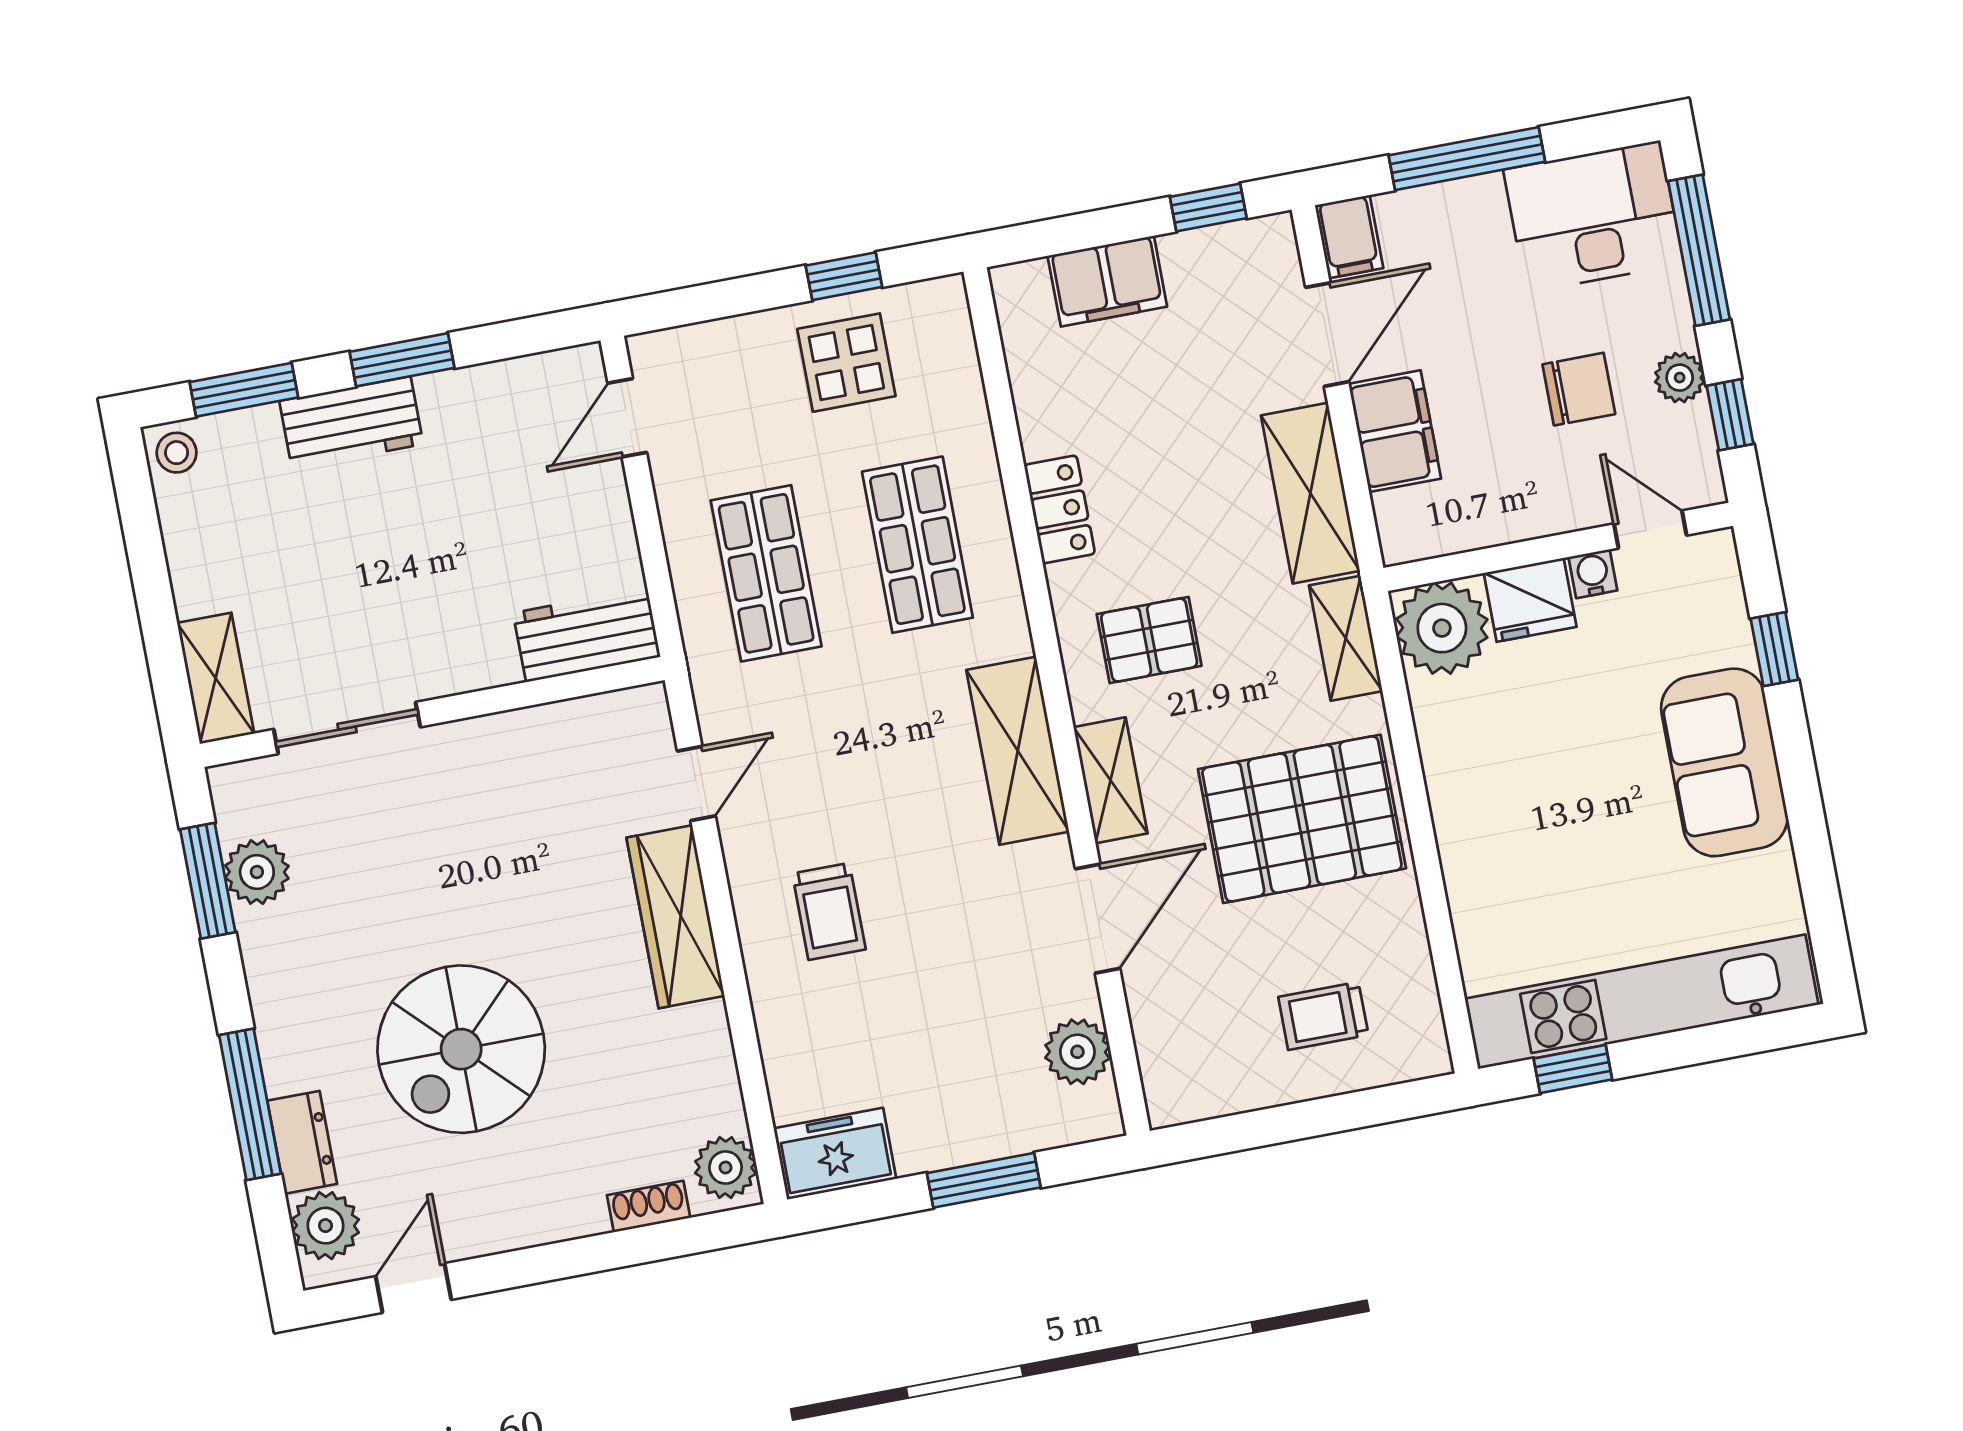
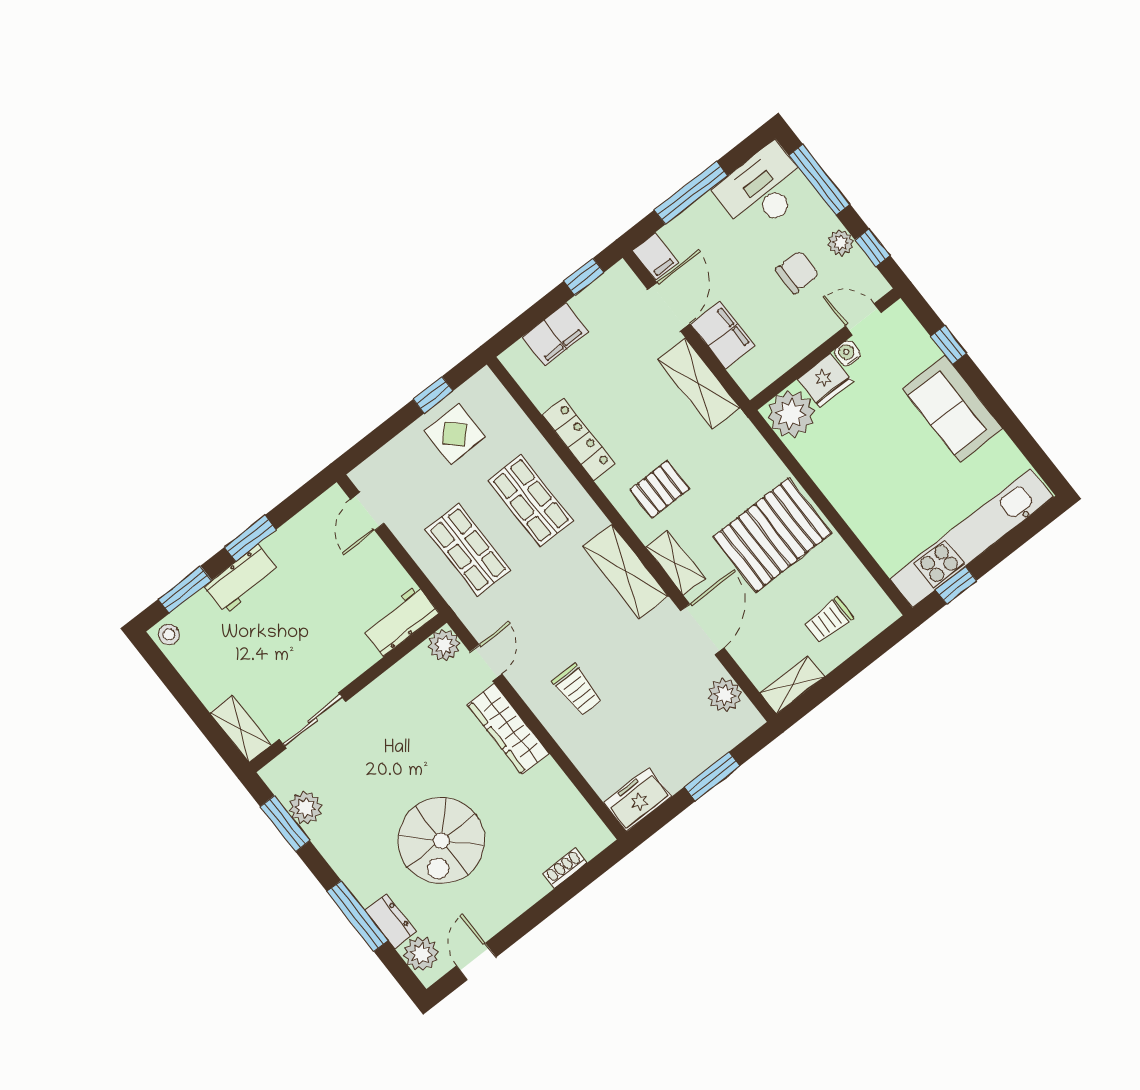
locker: (1060, 509) -> (579, 439), width x1.53
shelving: (1346, 638) -> (792, 685), moved, turned 90
plant: (725, 1167) -> (444, 645), moved

